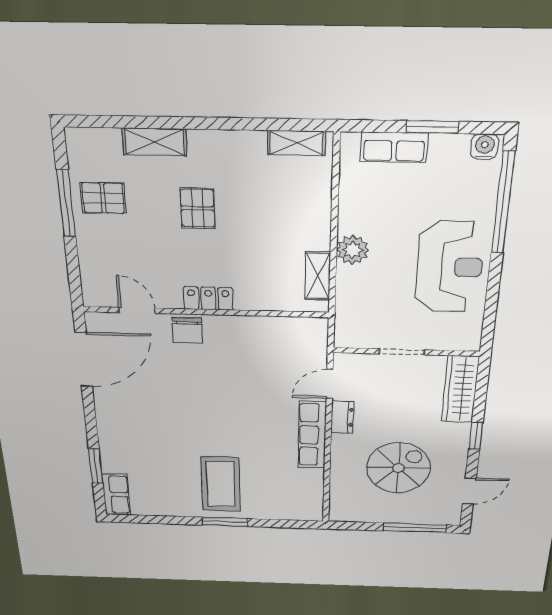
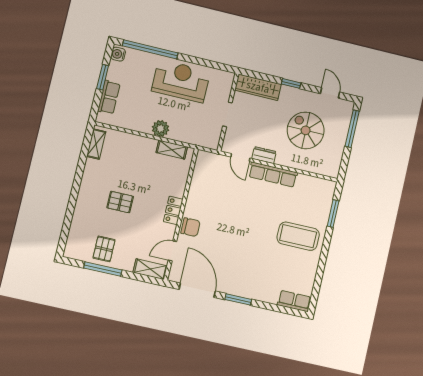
shelving: (155, 142) -> (150, 269), moved, turned 90
window: (96, 466) -> (238, 299), moved
window: (225, 522) -> (333, 214), moved

